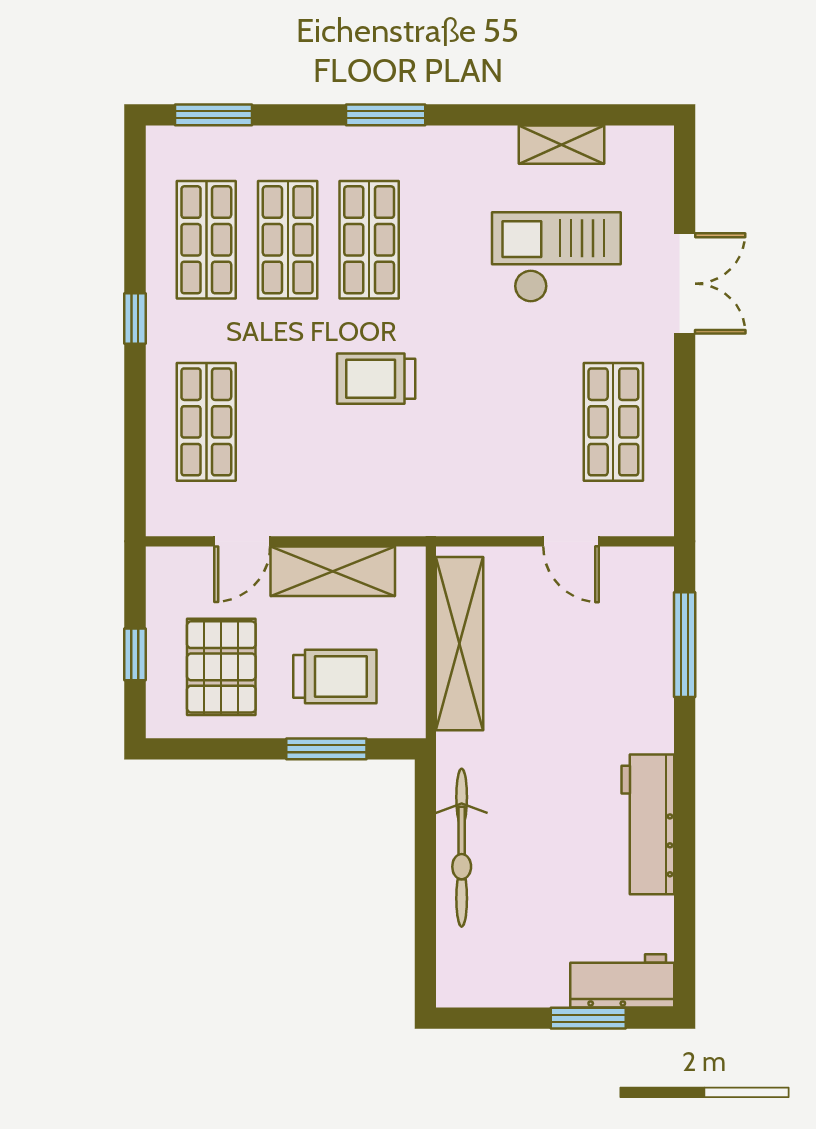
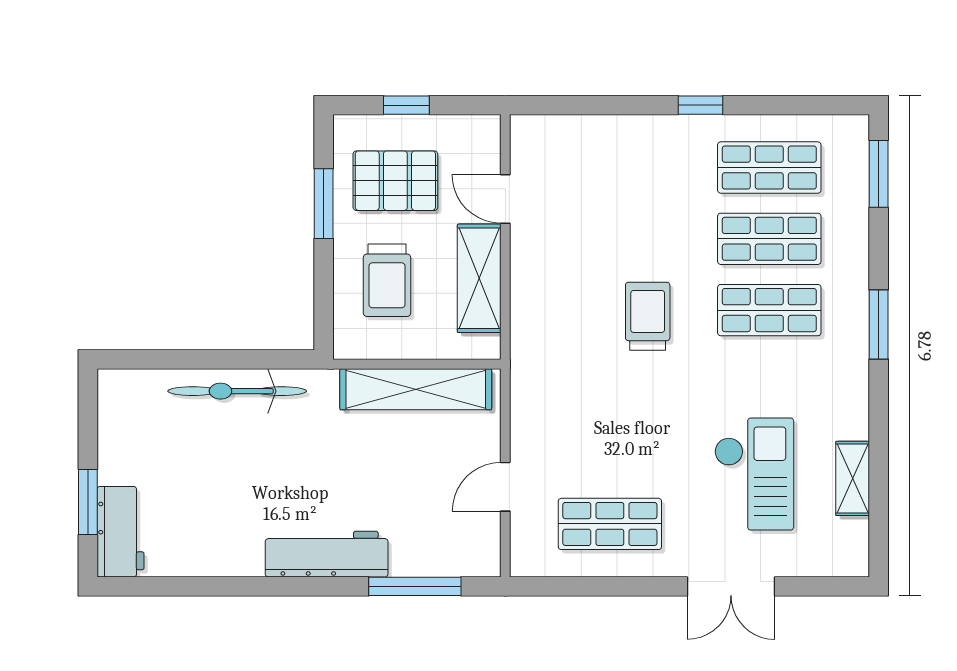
shop shelf: (206, 422) -> (610, 168), removed
window: (326, 749) -> (324, 204), moved
workbench: (648, 824) -> (327, 554), moved

